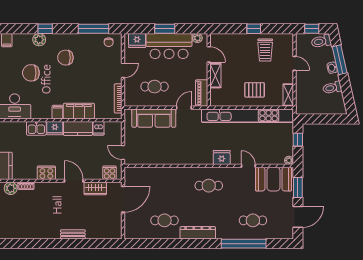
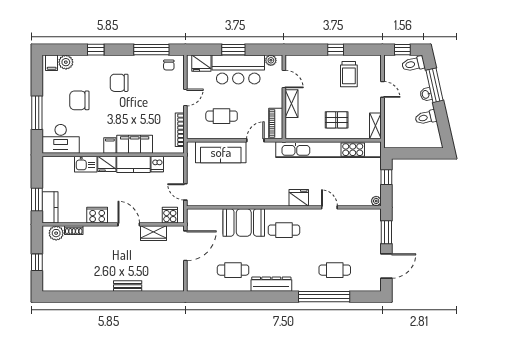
plant: (39, 40) -> (66, 62), moved
booth: (273, 179) -> (244, 222), moved

